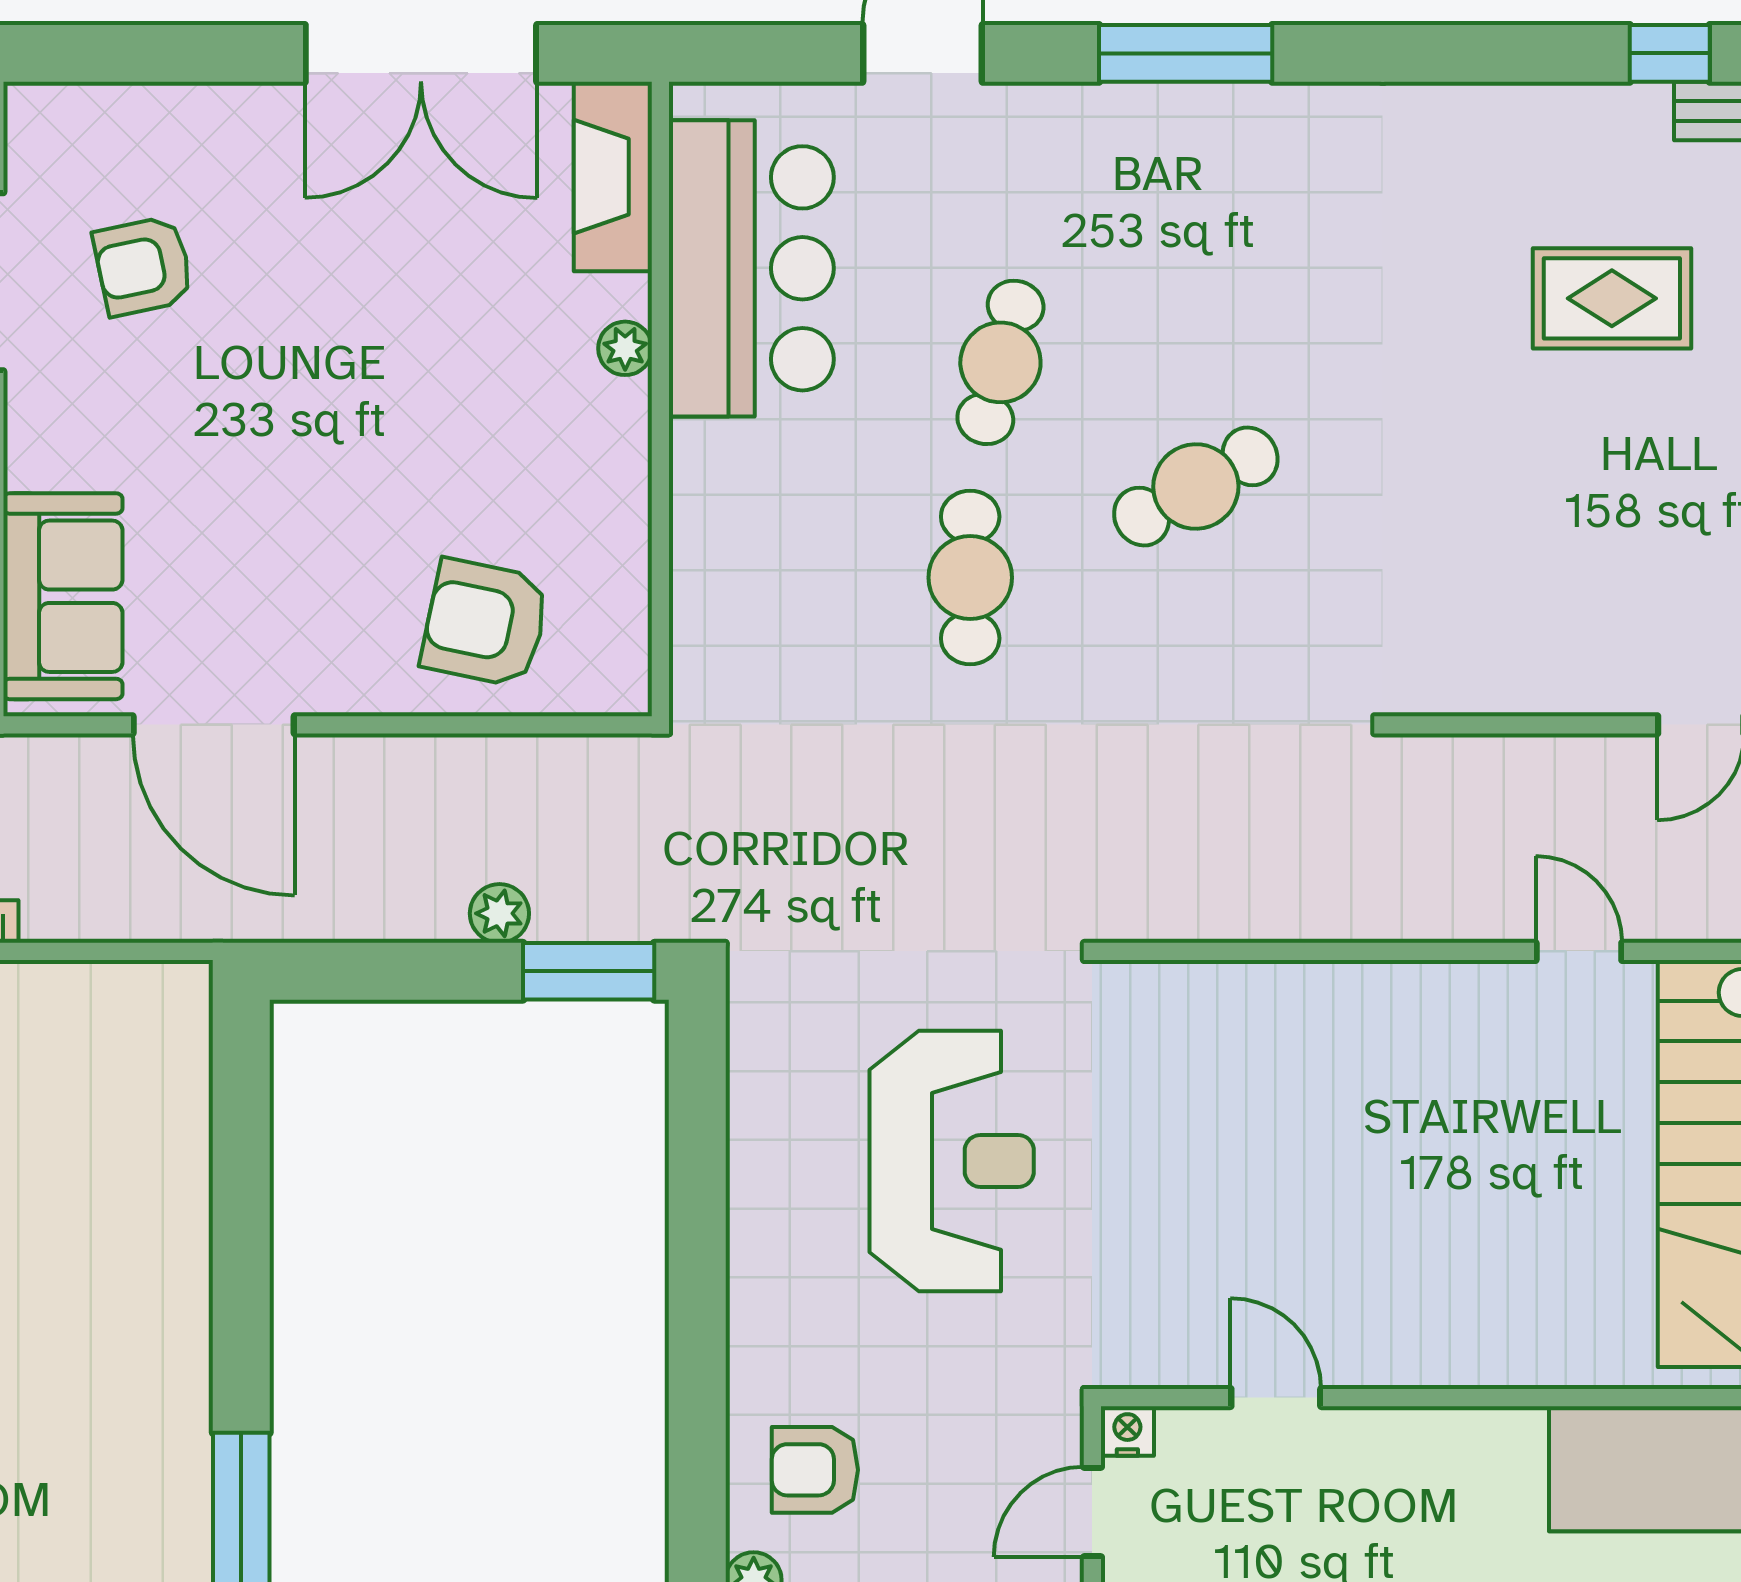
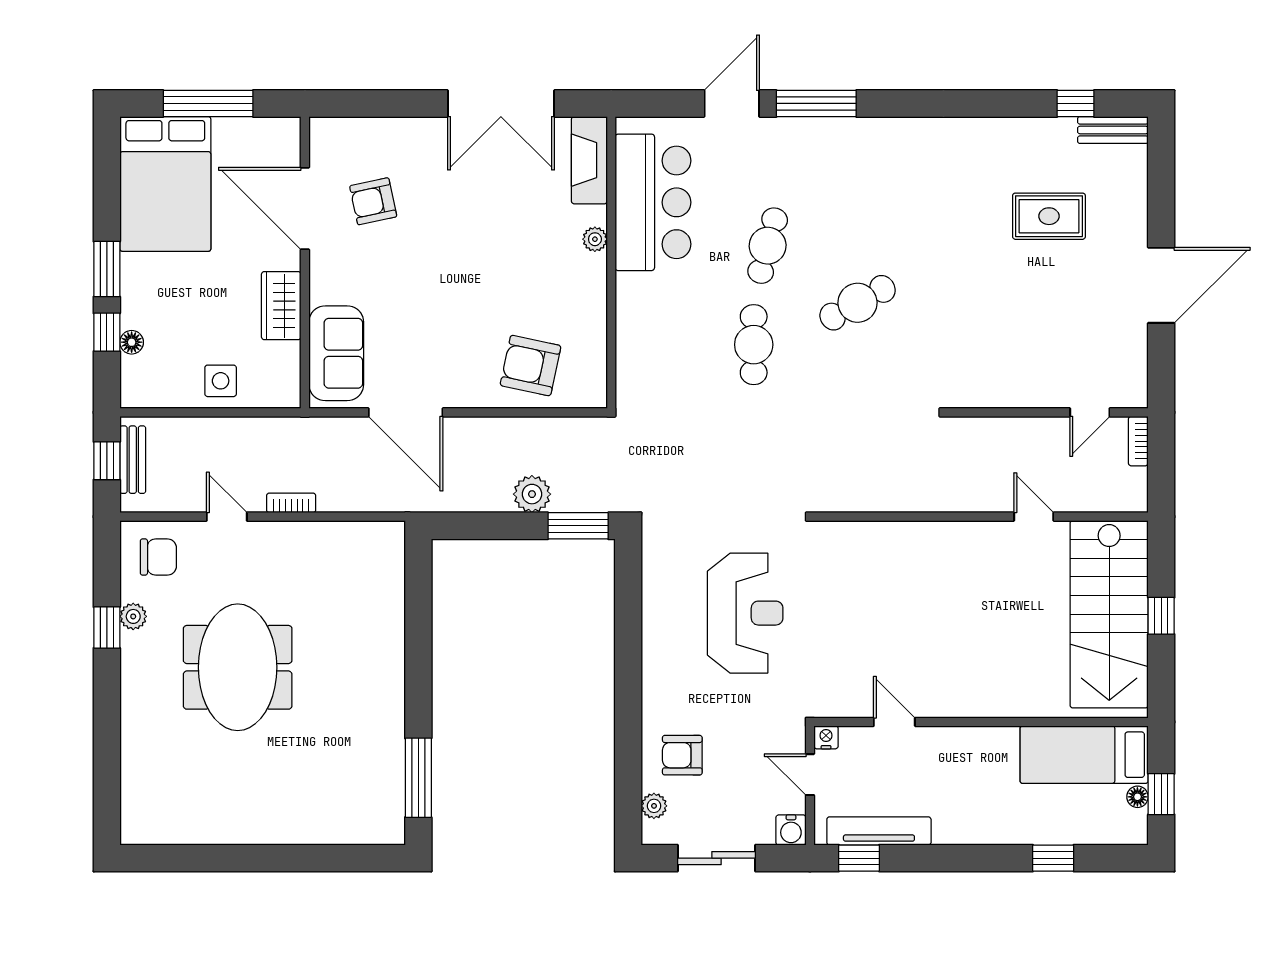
window: (1186, 53) -> (816, 103), moved
plant: (499, 913) -> (532, 494), width x1.38, depth x1.38
door: (1092, 1512) -> (810, 775), hinge flipped

